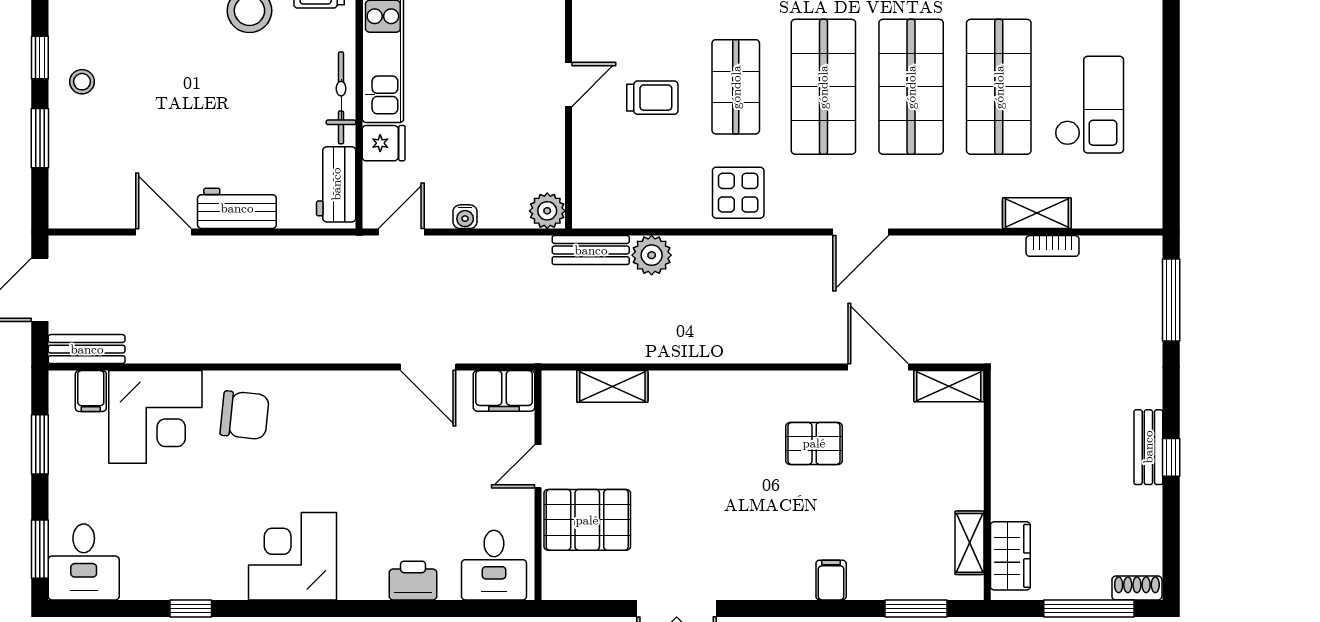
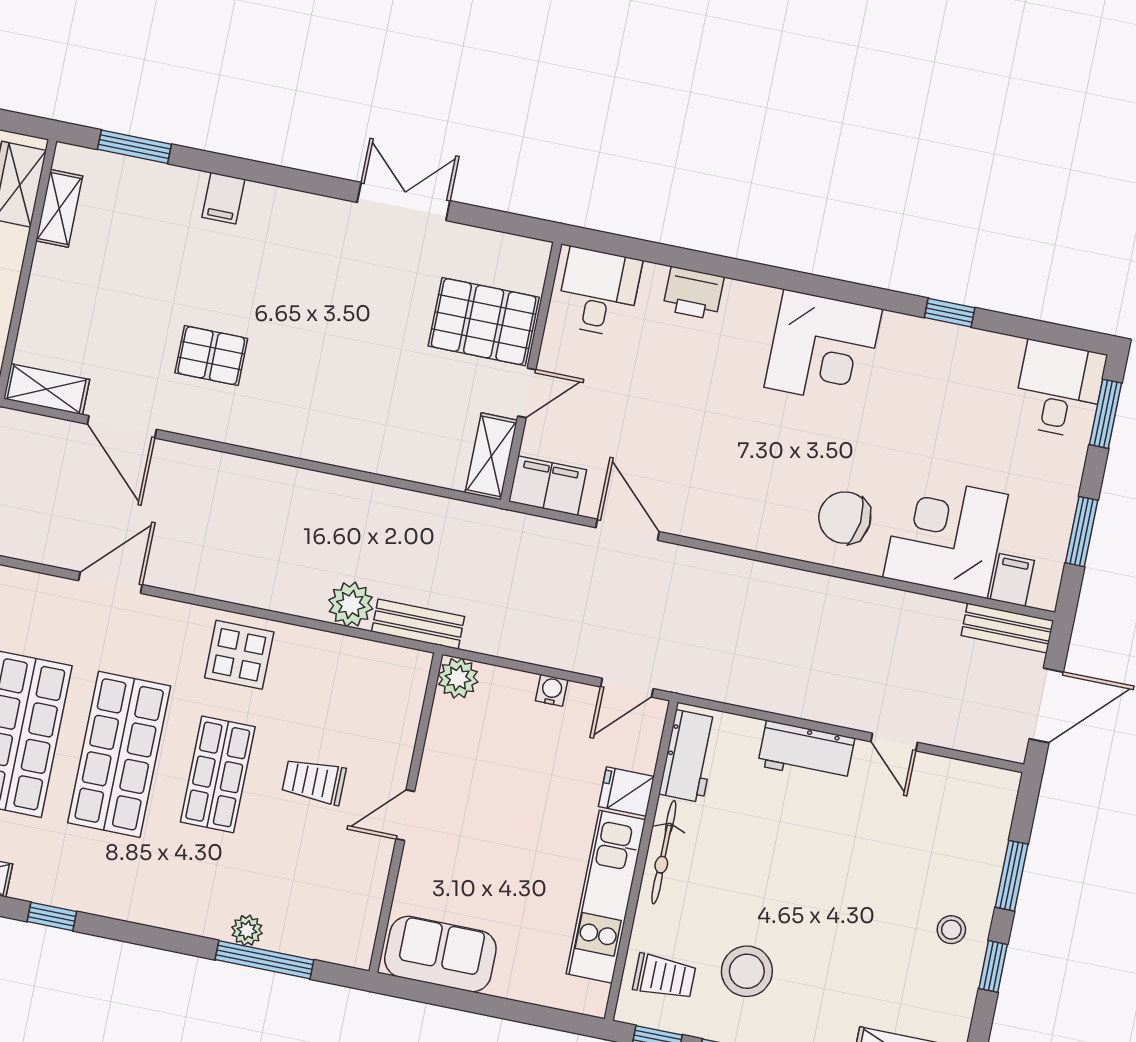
door: (164, 232) -> (894, 742), width x0.73
shelving: (612, 386) -> (491, 456), moved, turned 90

